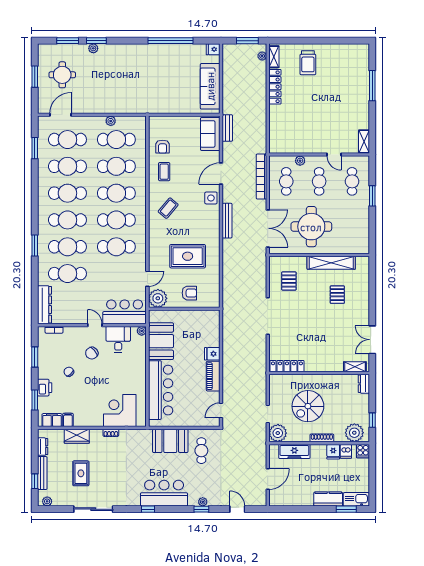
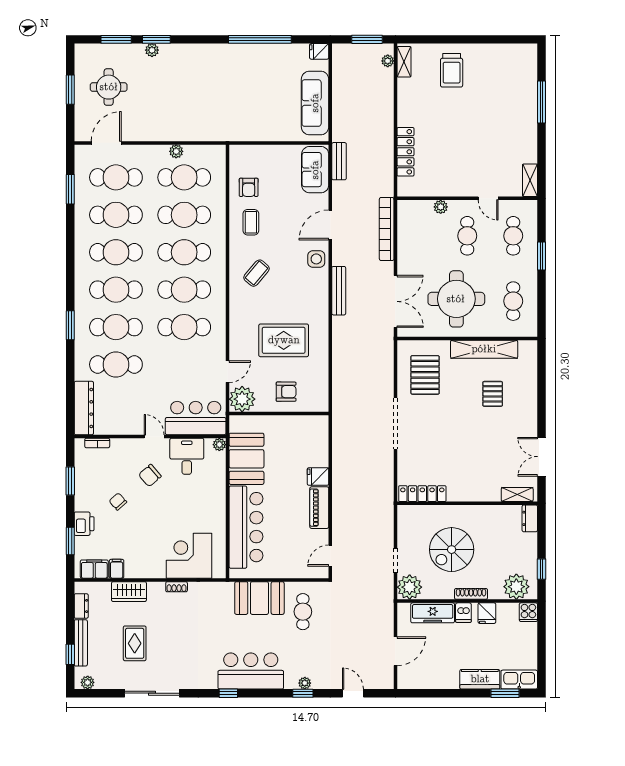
locker: (275, 87) -> (405, 152), moved
cafe table: (286, 181) -> (513, 301), moved
pallet: (289, 281) -> (425, 375), width x1.50, depth x1.42
dishwasher: (346, 451) -> (463, 613), moved

